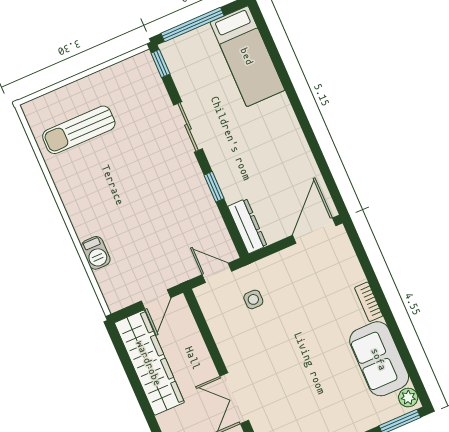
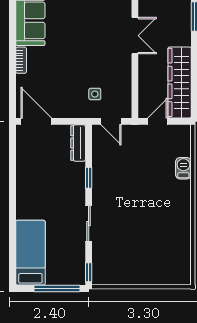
sun lounger: (79, 130) -> (160, 252), removed
door: (314, 231) -> (36, 121), swing flipped

